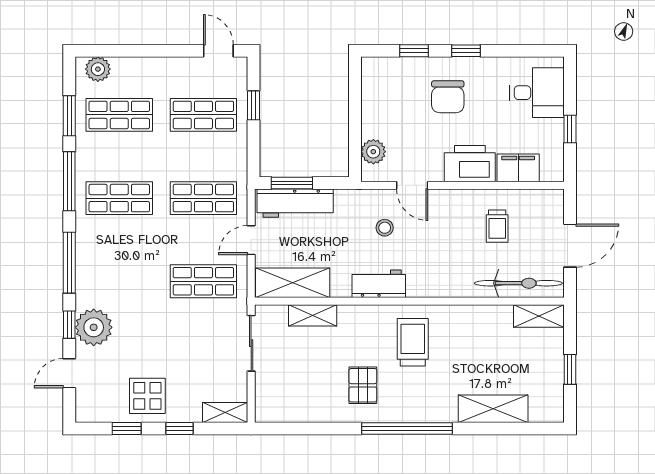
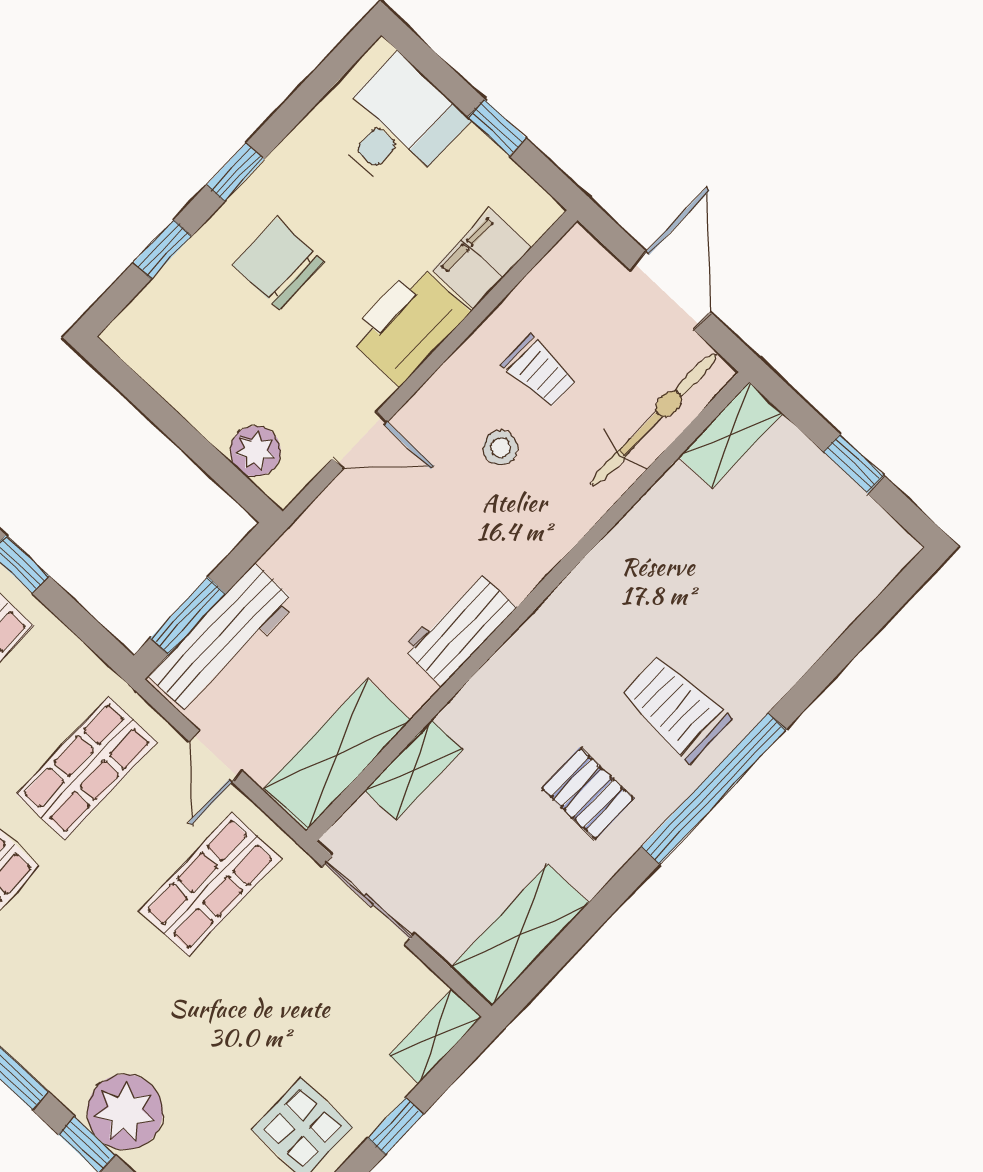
chair: (448, 97) -> (278, 264), turned 180
stool: (385, 228) -> (500, 448), moved
trolley: (413, 342) -> (676, 709), moved
shelving: (493, 409) -> (520, 935), moved

